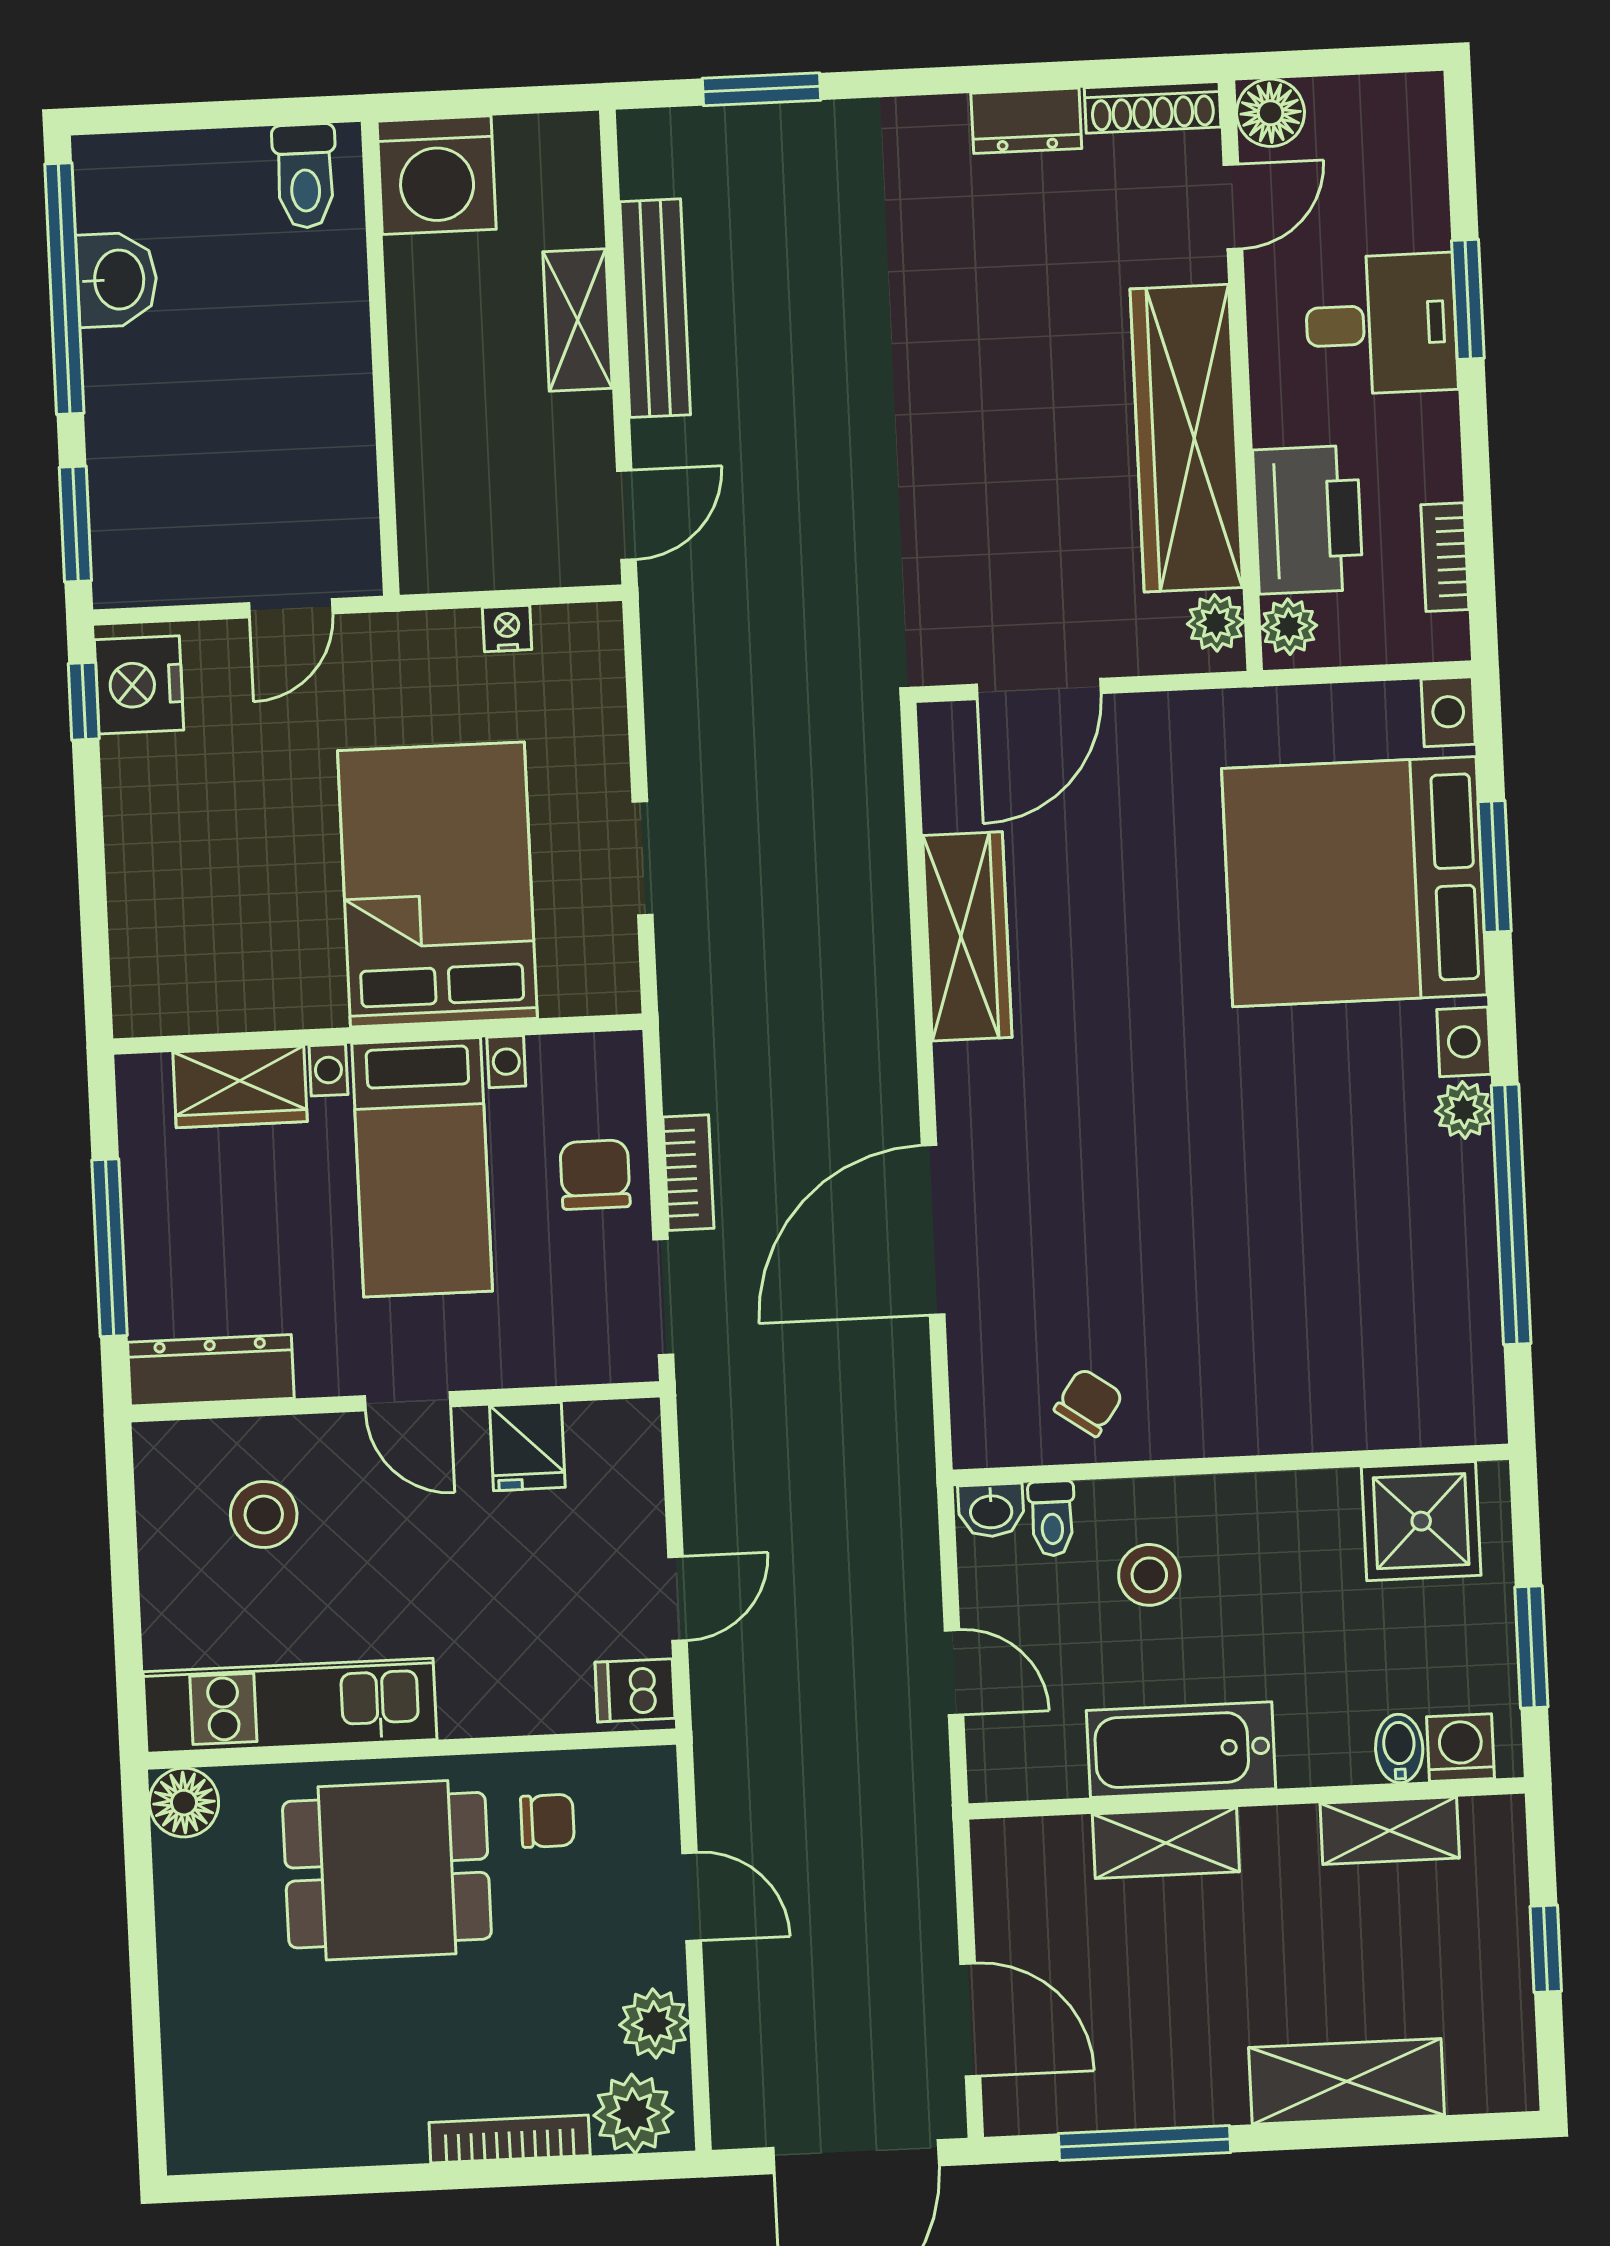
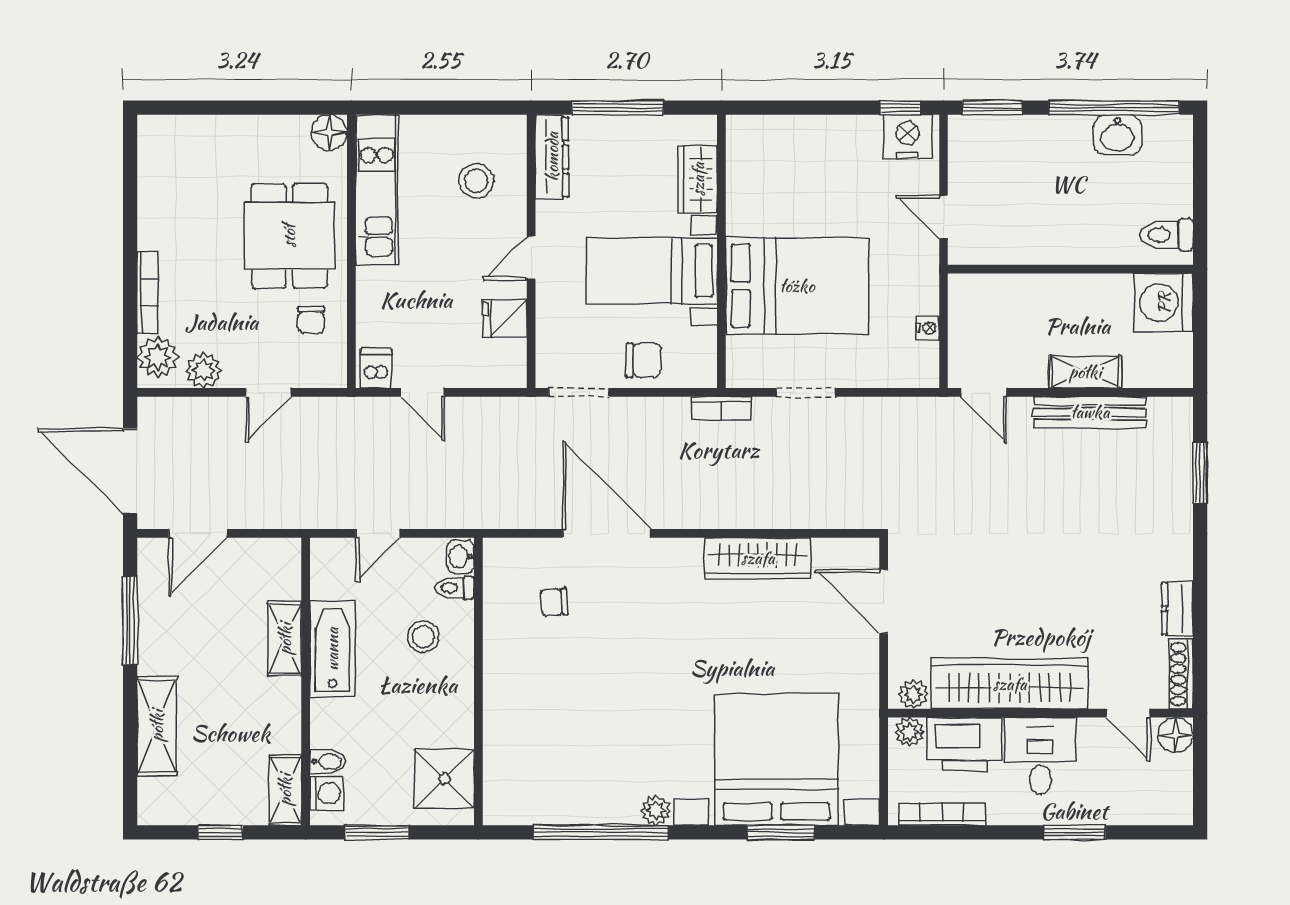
desk: (1381, 324) -> (1040, 756), moved, turned 180
bookcase: (1445, 557) -> (942, 814), width x1.56
bookcase: (688, 1173) -> (721, 408), moved
chair: (1089, 1402) -> (554, 602), moved, turned 140
shelving: (1390, 1831) -> (285, 790), moved

